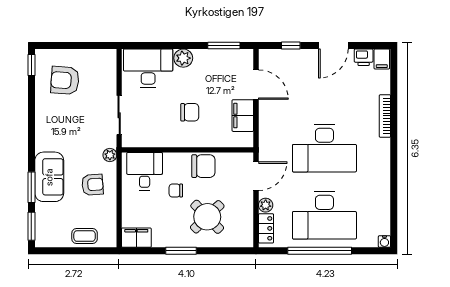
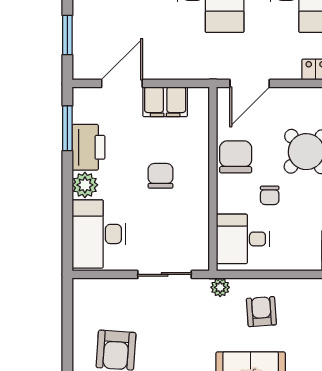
window: (291, 46) -> (67, 35), width x1.50
printer: (210, 61) -> (88, 147), added
door: (256, 176) -> (250, 83), swing flipped
plant: (266, 205) -> (290, 70), removed

